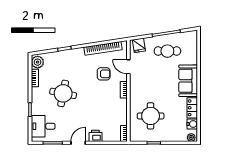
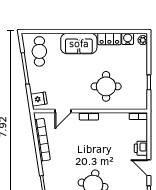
cafe table: (167, 51) -> (39, 51), moved
armchair: (104, 74) -> (71, 139), removed
round table: (151, 116) -> (106, 86), moved

